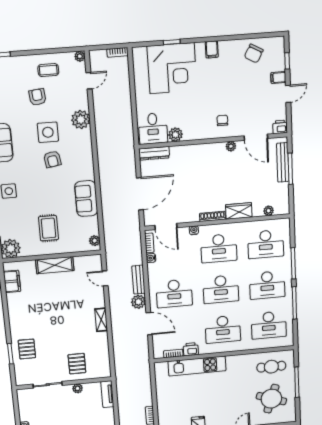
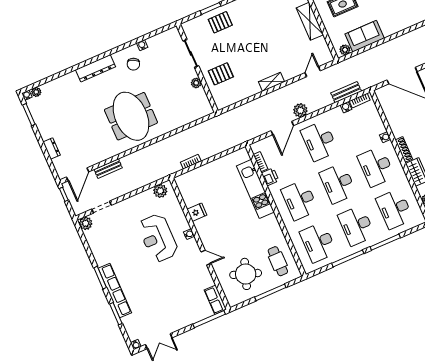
sofa: (86, 199) -> (365, 36), moved
door: (166, 226) -> (380, 110), removed
bench: (138, 280) -> (346, 92), moved
tv unit: (107, 394) -> (199, 113), removed

